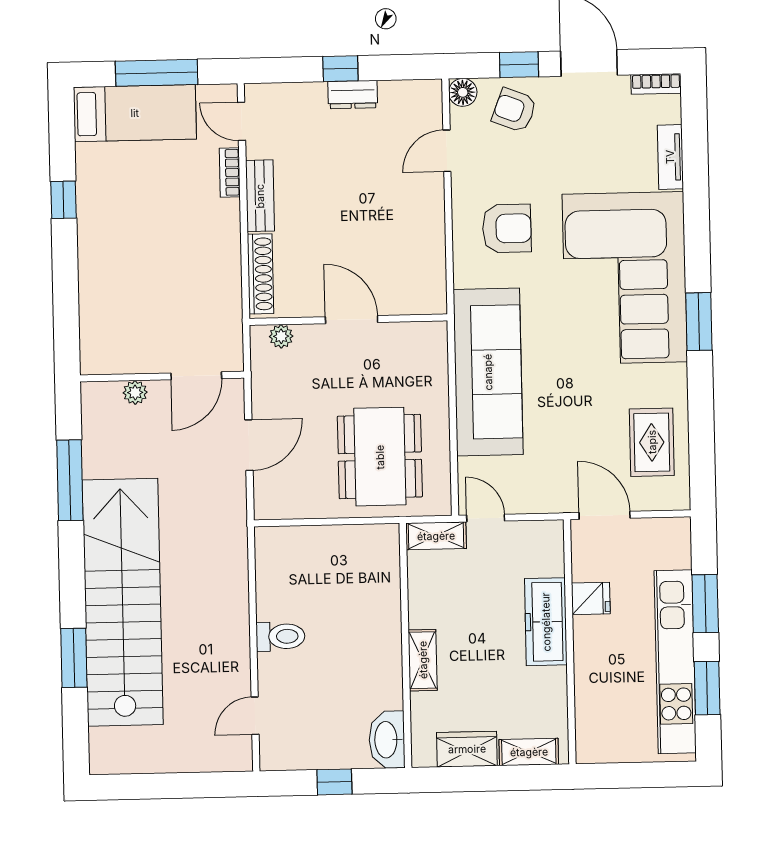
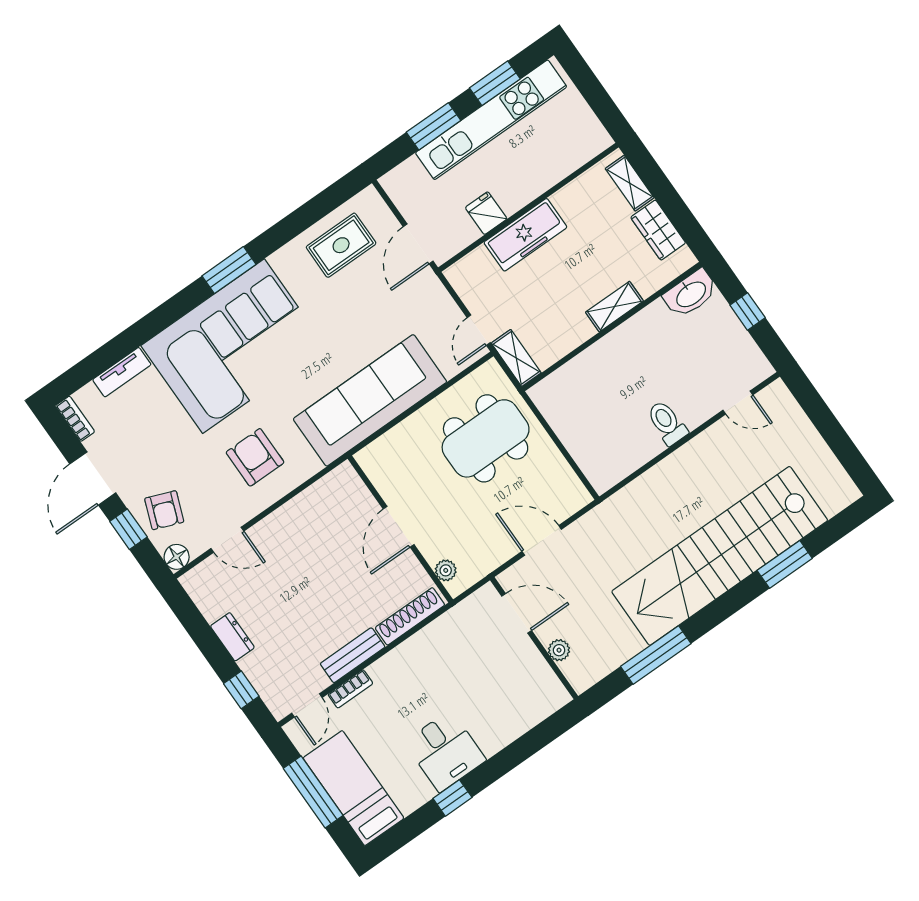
window: (340, 69) -> (241, 690), moved
desk: (112, 222) -> (445, 751), added

